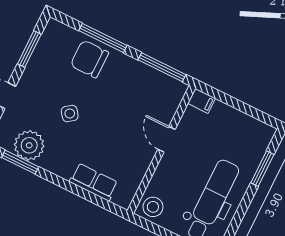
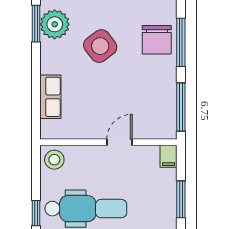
chair: (89, 59) -> (157, 40), turned 180
window: (247, 109) -> (181, 199), added
side table: (70, 114) -> (100, 46), width x1.87, depth x1.87

